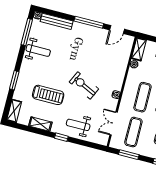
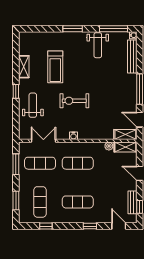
window: (14, 80) -> (73, 29), moved
exercise bike: (84, 85) -> (74, 101), turned -115
shelving: (14, 111) -> (125, 134), moved

